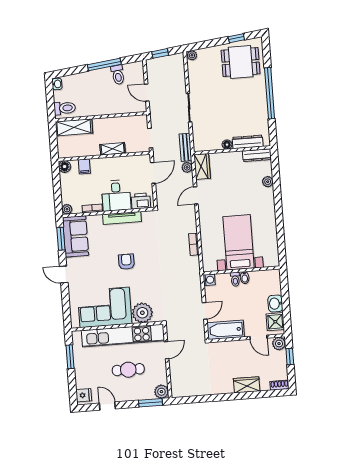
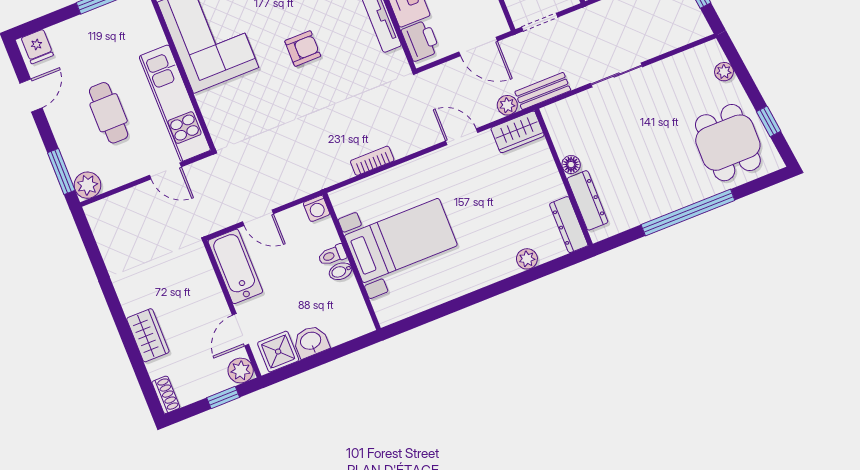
plant: (192, 55) -> (724, 72), moved
plant: (142, 313) -> (219, 106), removed
kitchen unit: (123, 336) -> (175, 103), width x0.73

